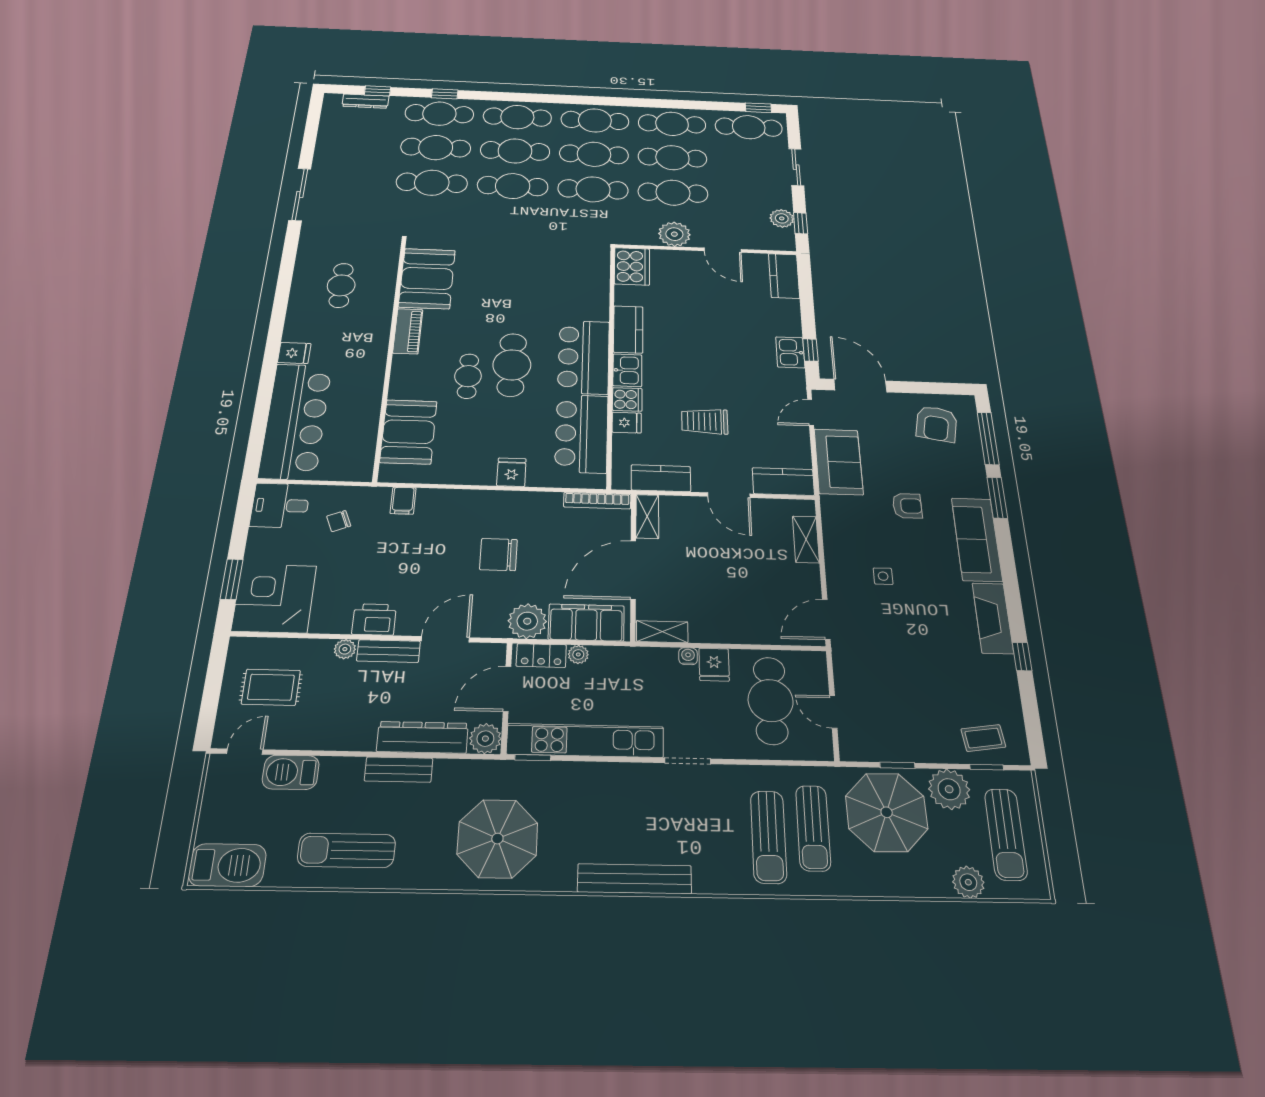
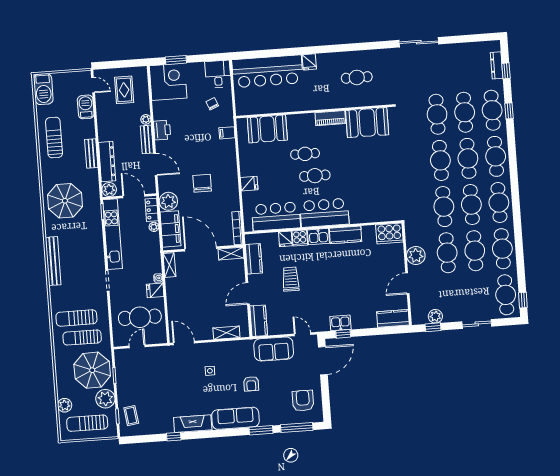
cafe table: (512, 365) -> (315, 176), width x0.73, depth x0.74
armchair: (936, 424) -> (303, 401), turned 80

